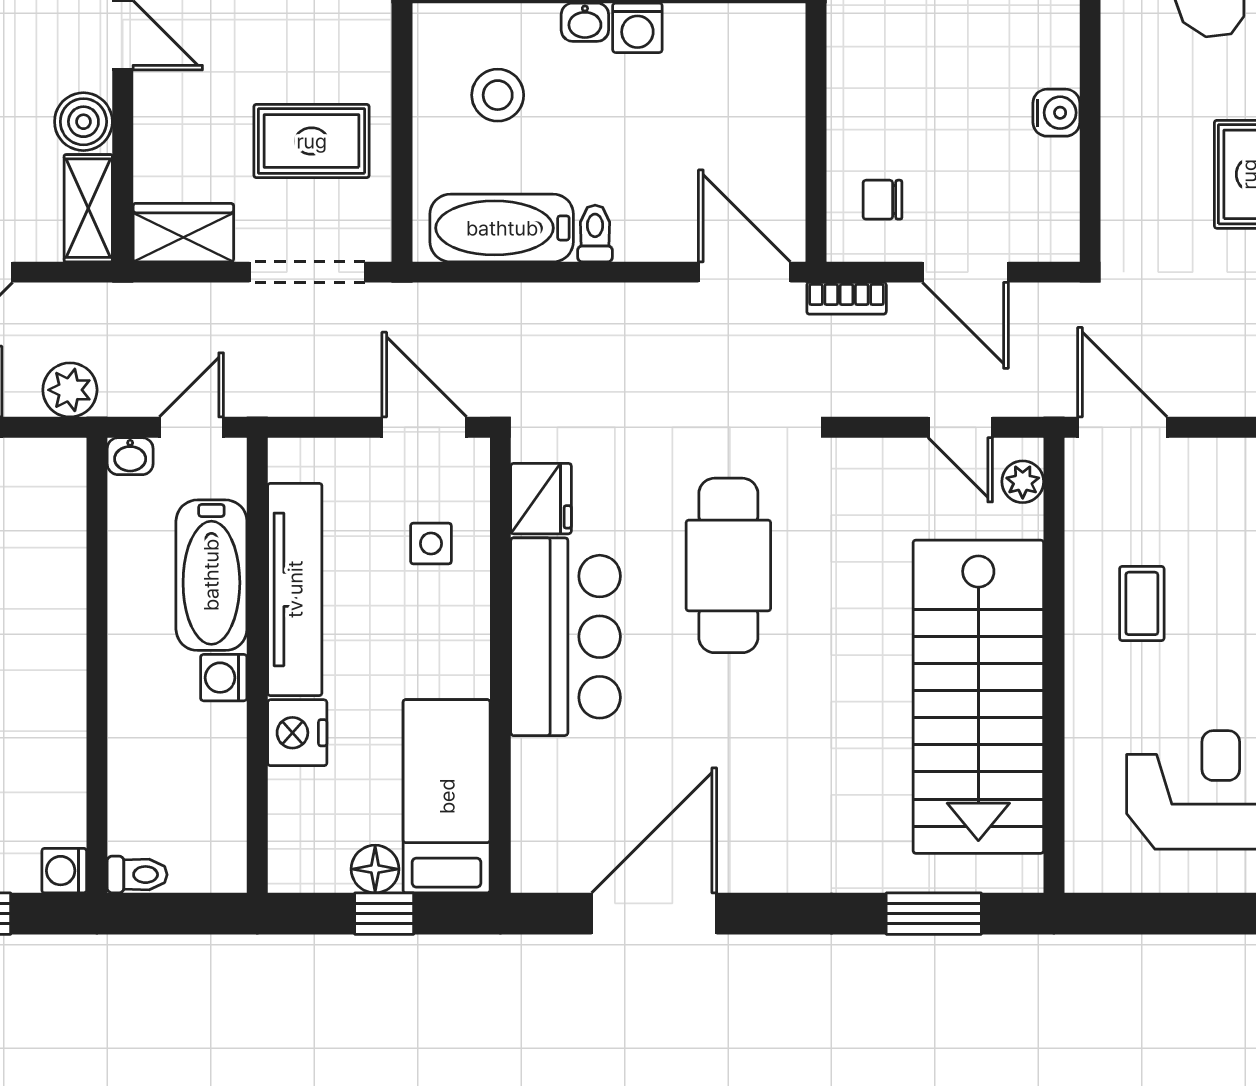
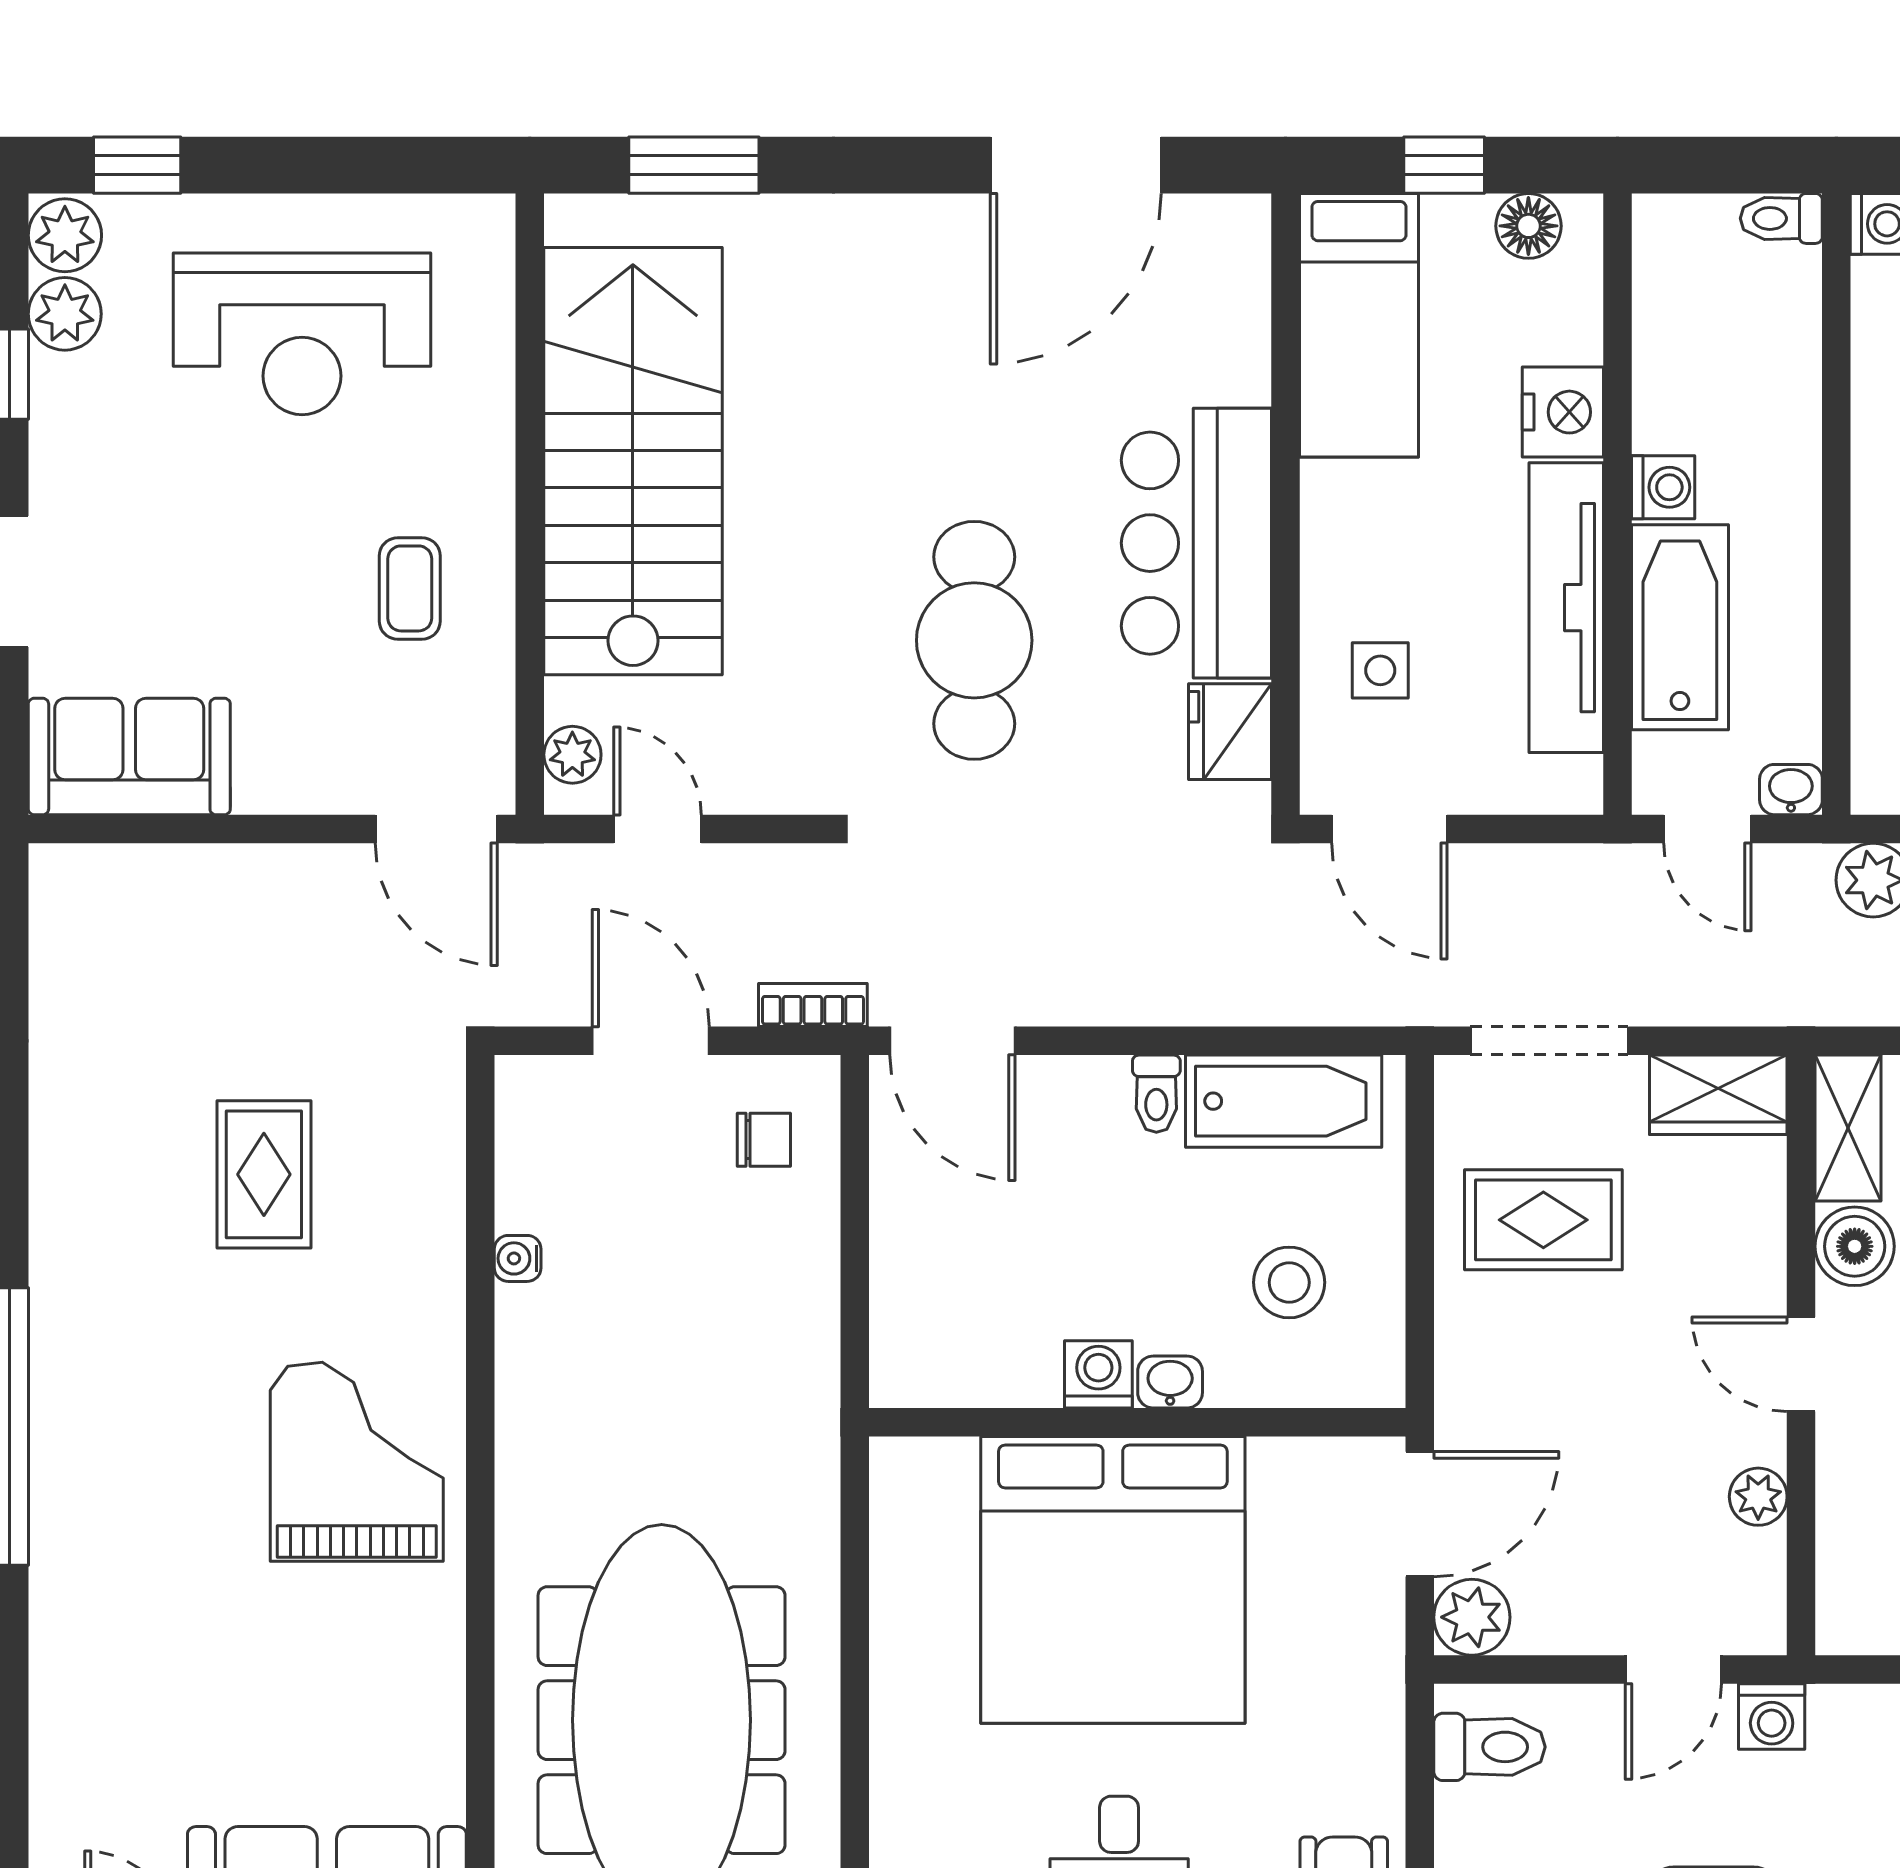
water cooler: (1056, 113) -> (518, 1258), width x0.72, depth x0.72
door: (191, 427) -> (1707, 829), hinge flipped
floor lamp: (375, 869) -> (1528, 226), moved

